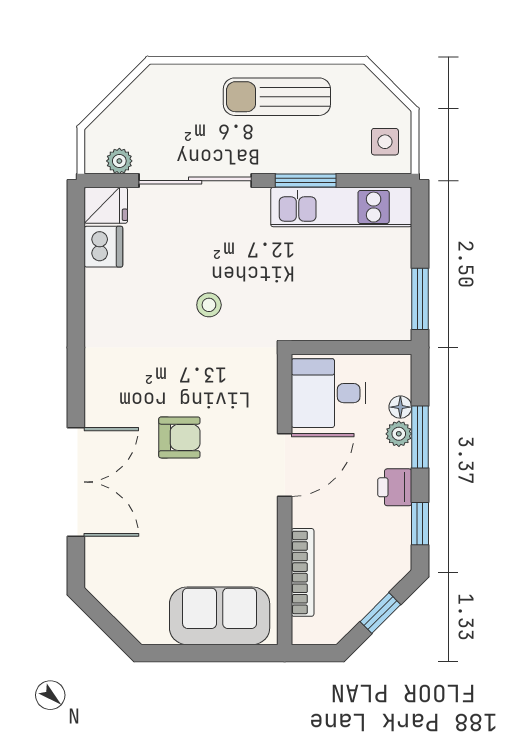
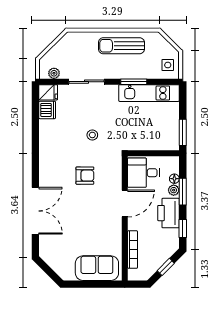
sliding door: (195, 181) -> (86, 82), width x0.73
armchair: (179, 437) -> (85, 176), moved
printer: (395, 487) -> (168, 213), width x1.87, depth x1.48

